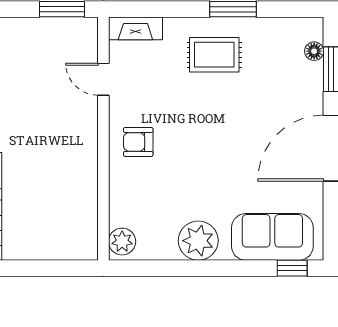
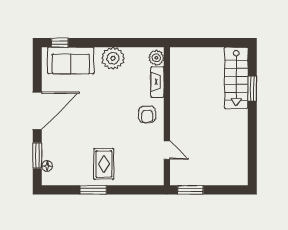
fireplace: (135, 28) -> (157, 82), moved, turned -90
rug: (214, 55) -> (104, 164), turned 90
armchair: (138, 142) -> (147, 114), turned 90

